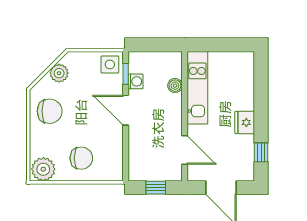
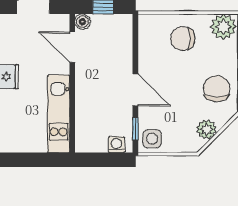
washing machine: (135, 81) -> (117, 145), moved, turned 90
boiler: (175, 86) -> (83, 22), moved
chair: (50, 111) -> (217, 89), turned 90

